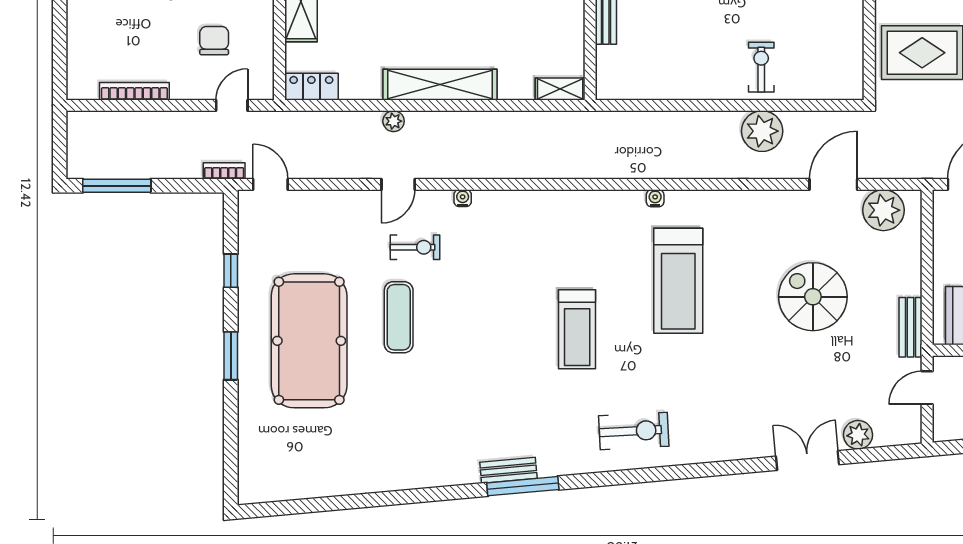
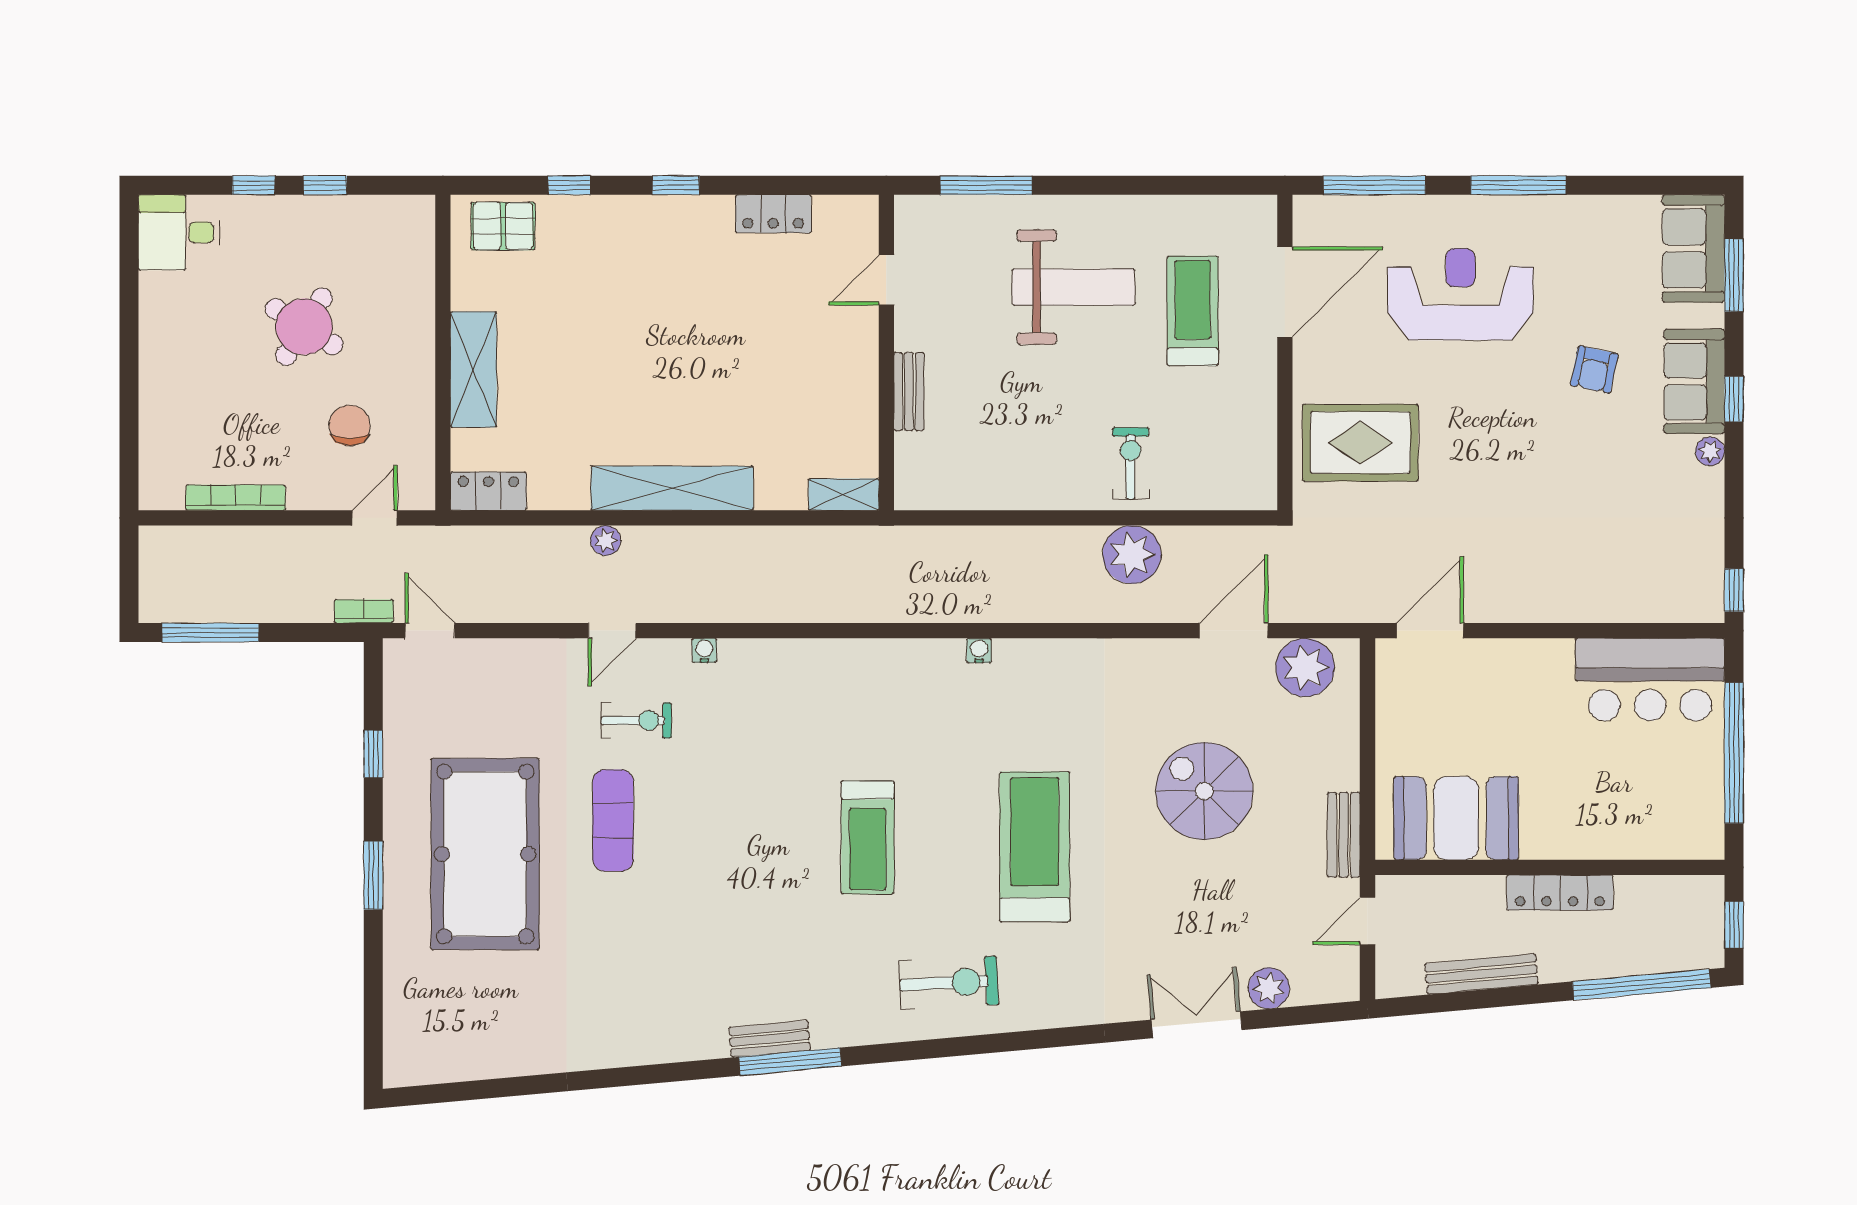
treadmill: (678, 281) -> (1035, 847), moved, turned 180

